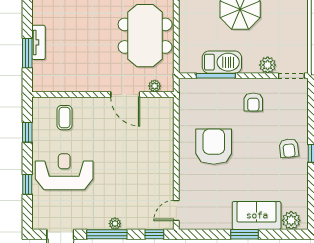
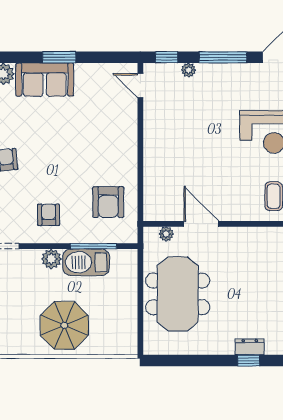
plant: (268, 65) -> (51, 259), moved
armchair: (214, 147) -> (108, 202), moved, width x0.73, depth x0.73
door: (176, 210) -> (140, 86), swing flipped
plant: (115, 224) -> (189, 70), moved

